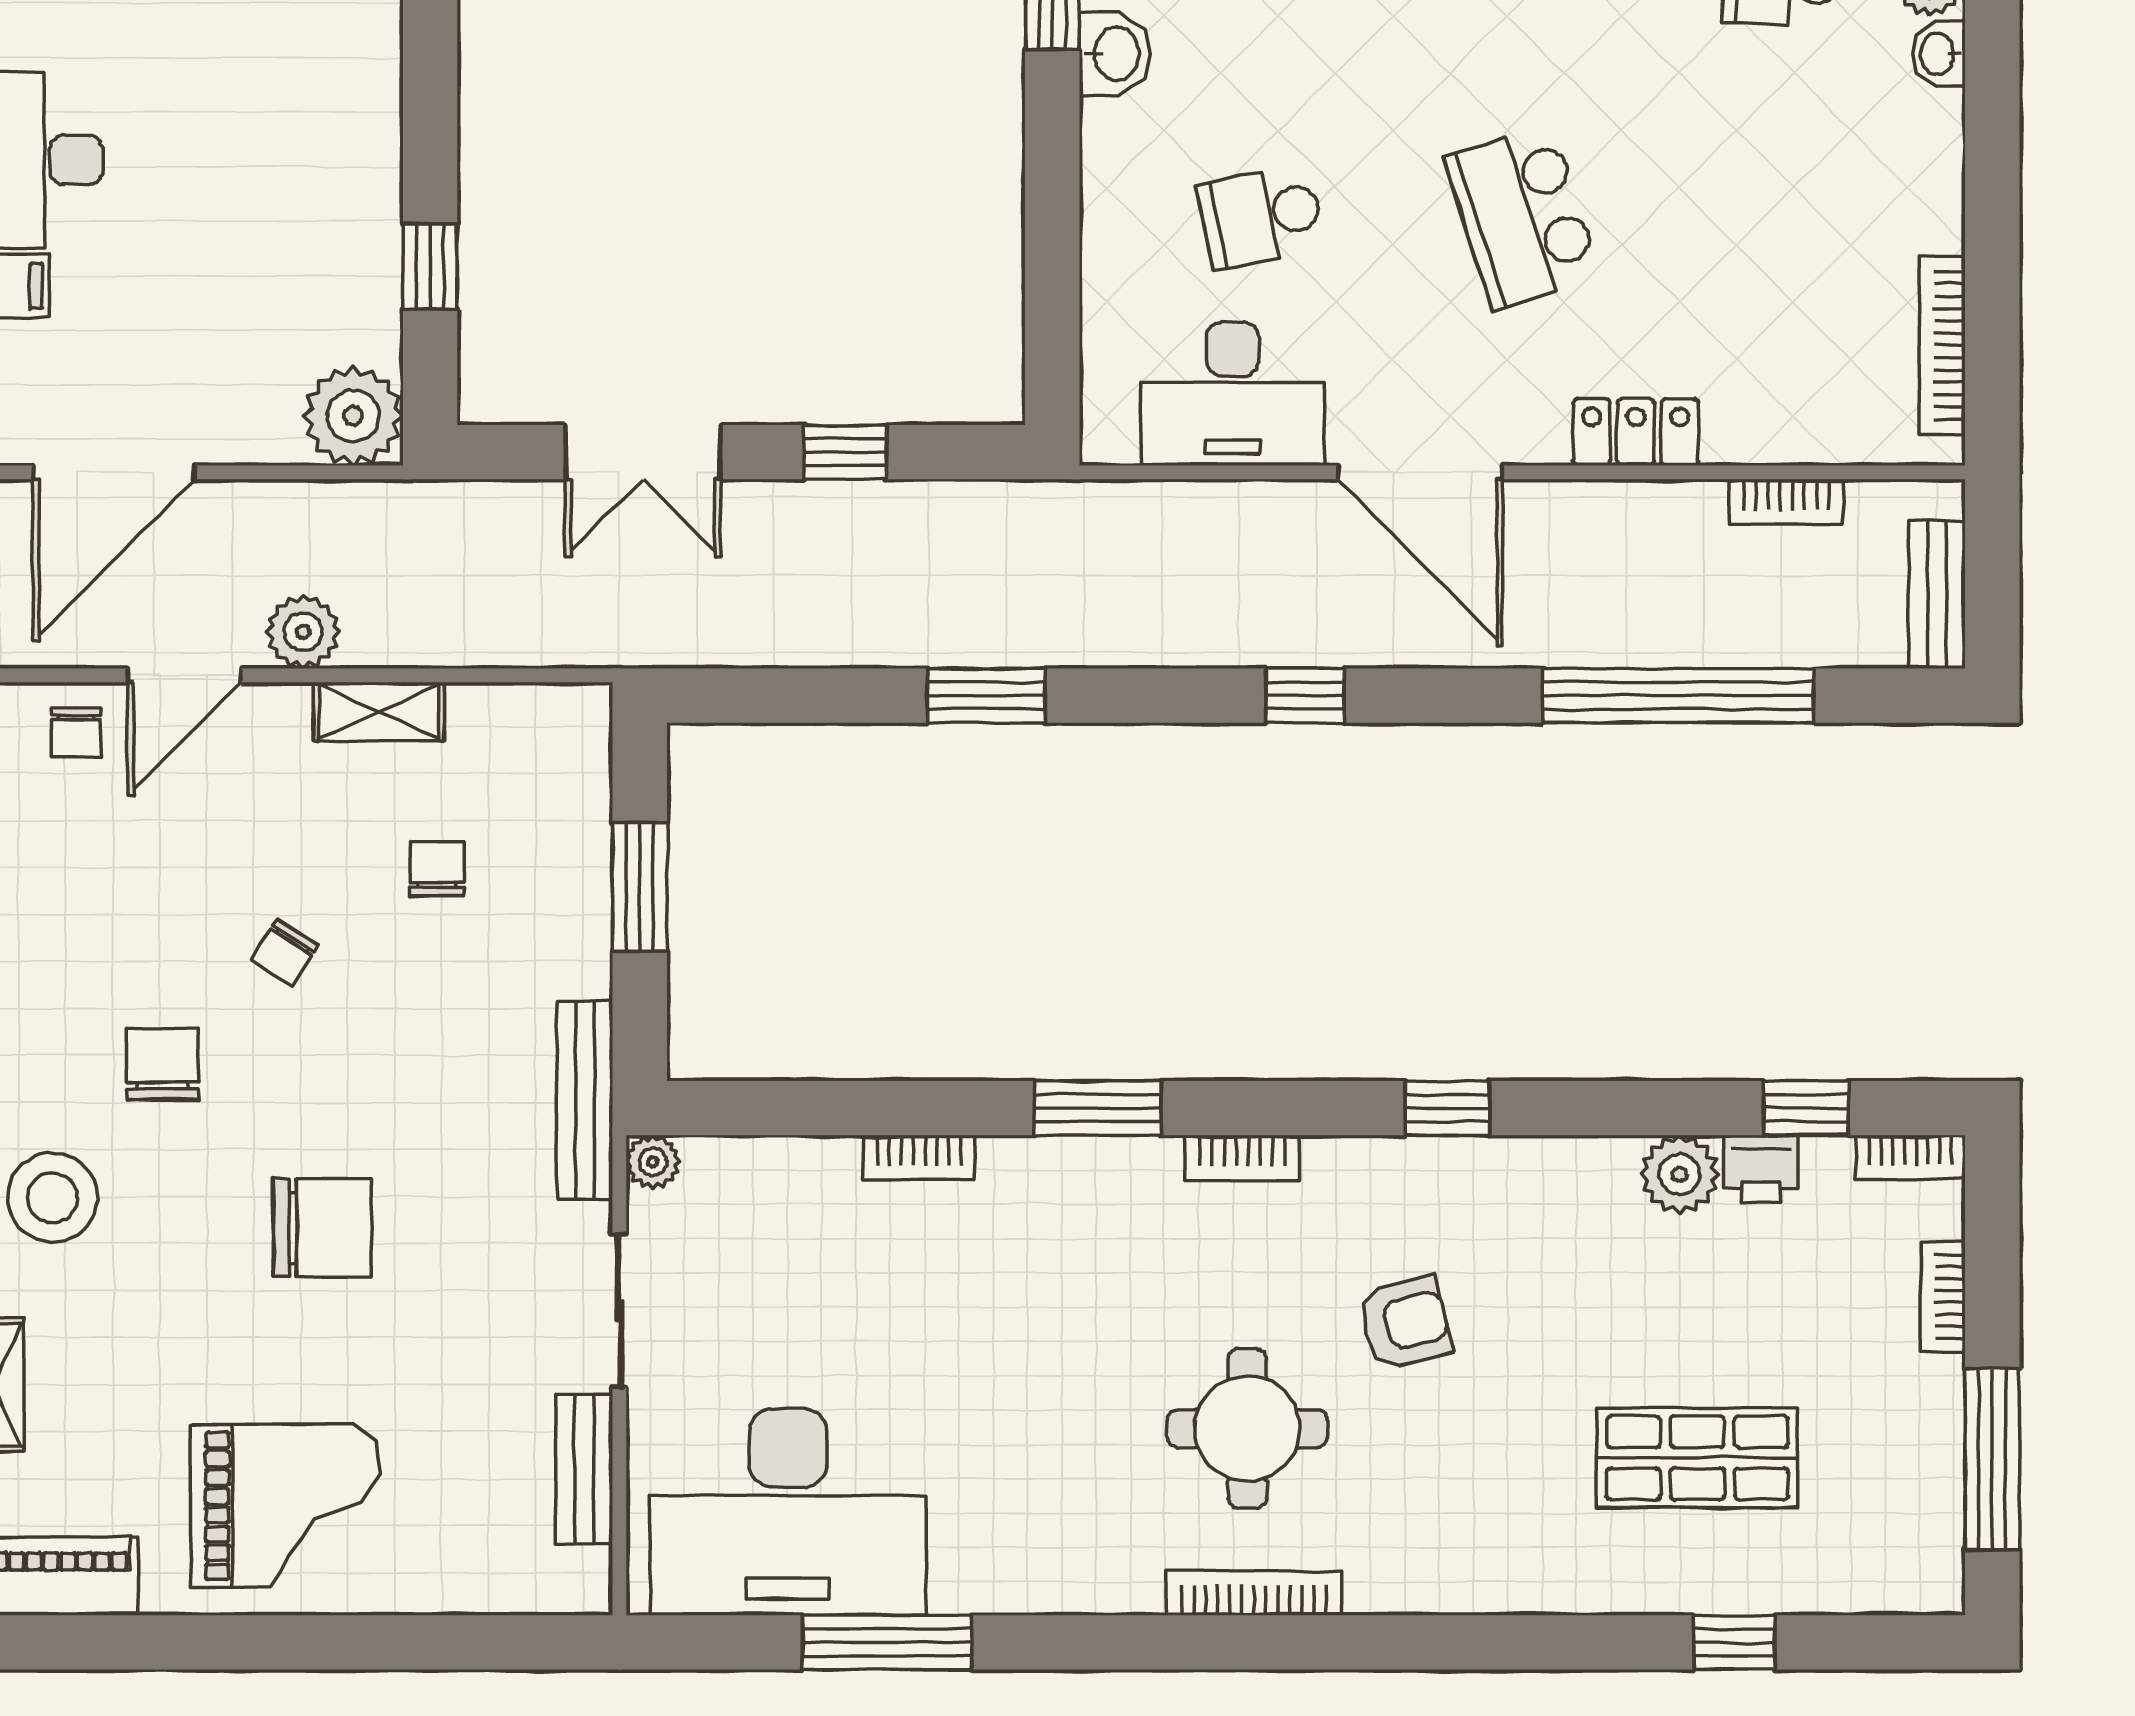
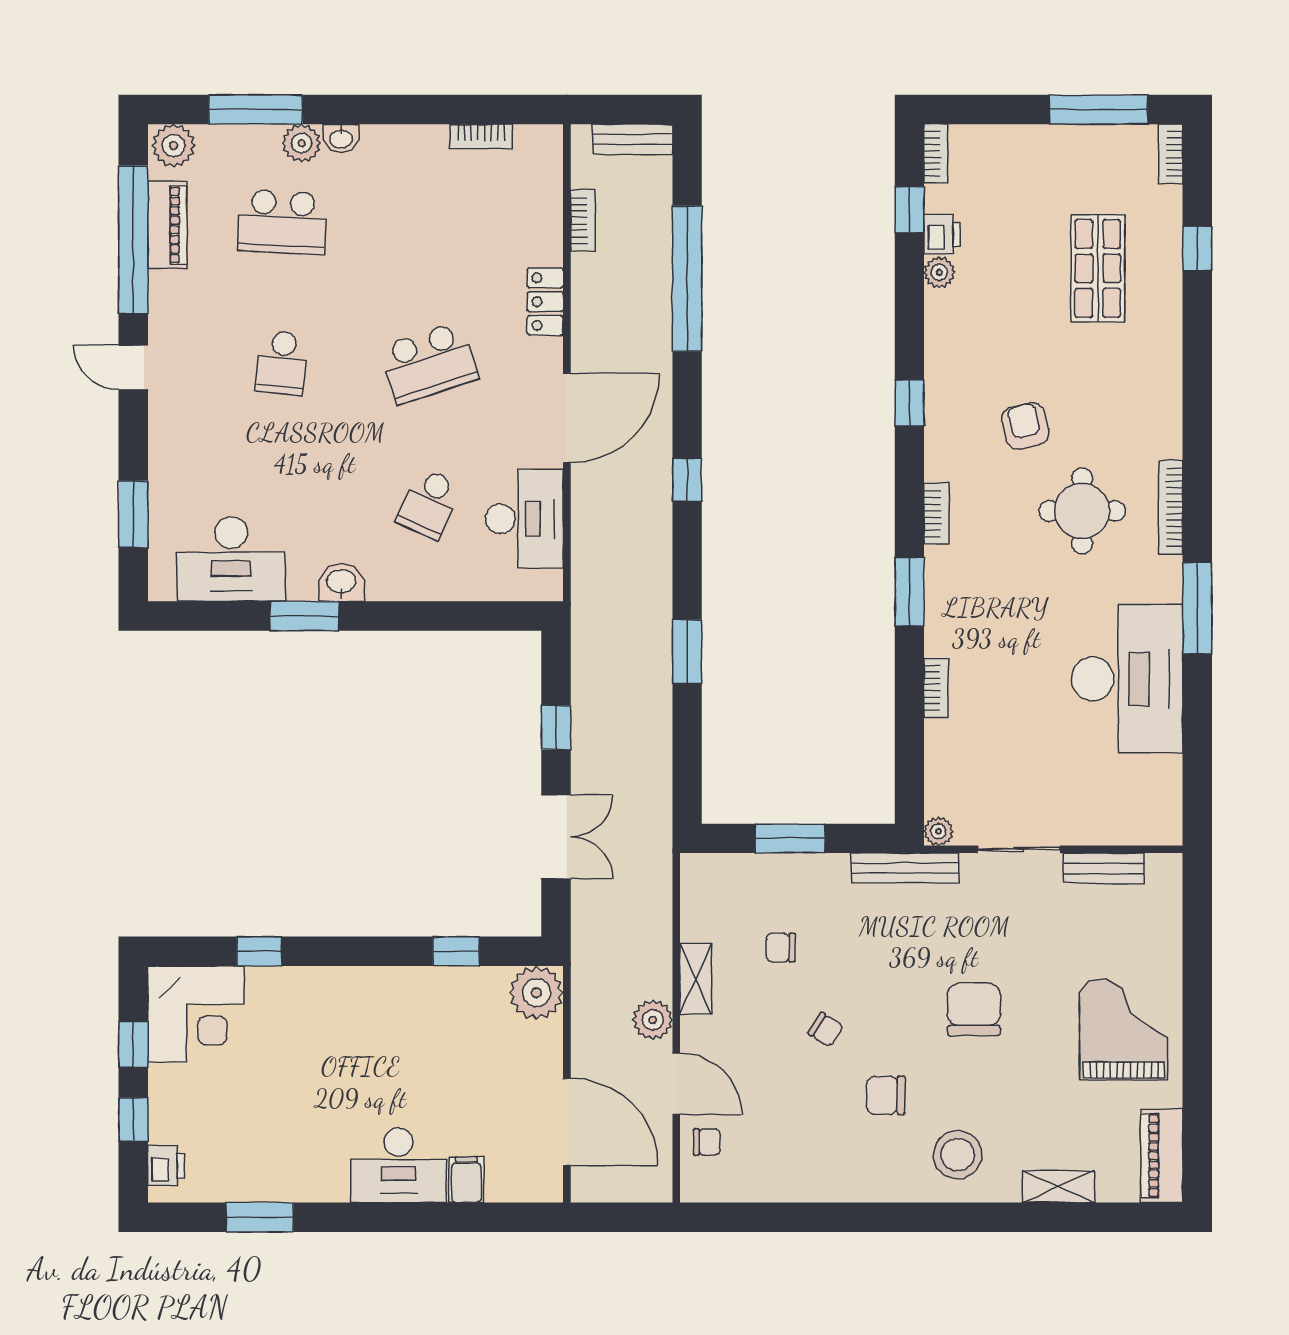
school desk: (1261, 216) -> (429, 504), turned 36
bookcase: (1942, 346) -> (481, 136), width x0.64
plant: (1680, 1174) -> (939, 272), width x0.73, depth x0.73
bookcase: (1943, 1297) -> (1171, 154), moved, turned 90
desk: (788, 1512) -> (1127, 679), moved
window: (887, 1642) -> (1197, 608), moved

